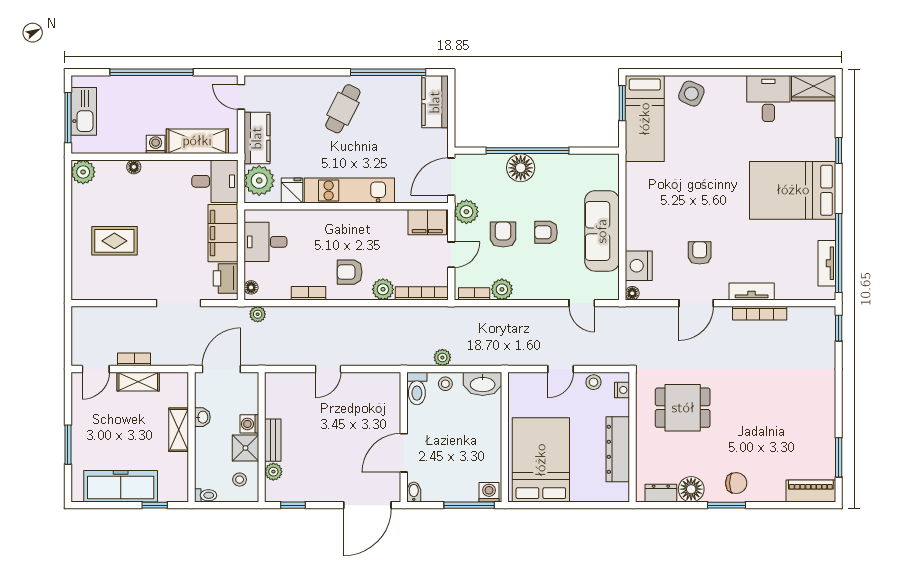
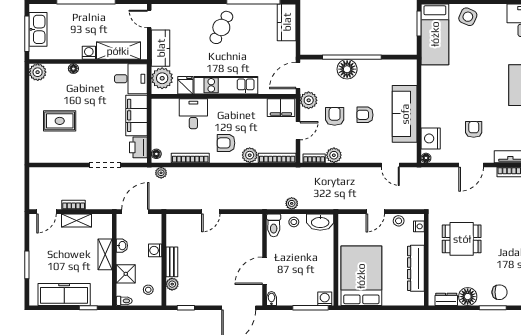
desk: (265, 242) -> (193, 114), moved, turned 90
bookcase: (309, 293) -> (190, 158), width x1.56
shower: (245, 448) -> (126, 274), moved

